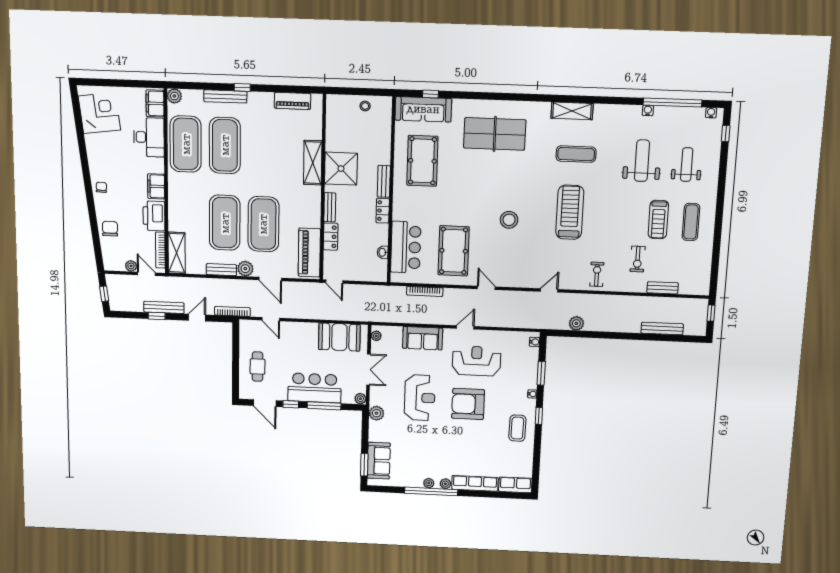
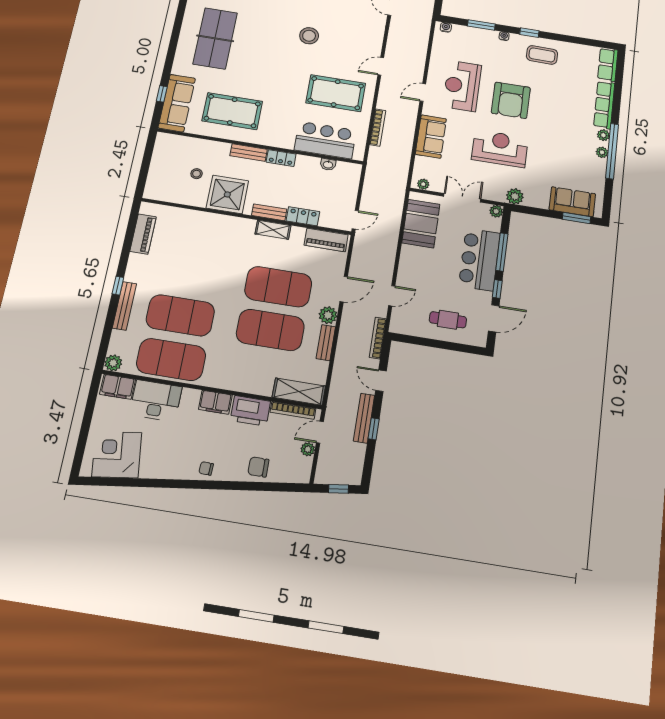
stool: (365, 106) -> (197, 174), moved
shelving: (313, 163) -> (273, 230), moved, width x0.67, depth x0.75
piano: (309, 252) -> (326, 240), width x0.73, depth x0.75
door: (465, 327) -> (423, 92), hinge flipped

